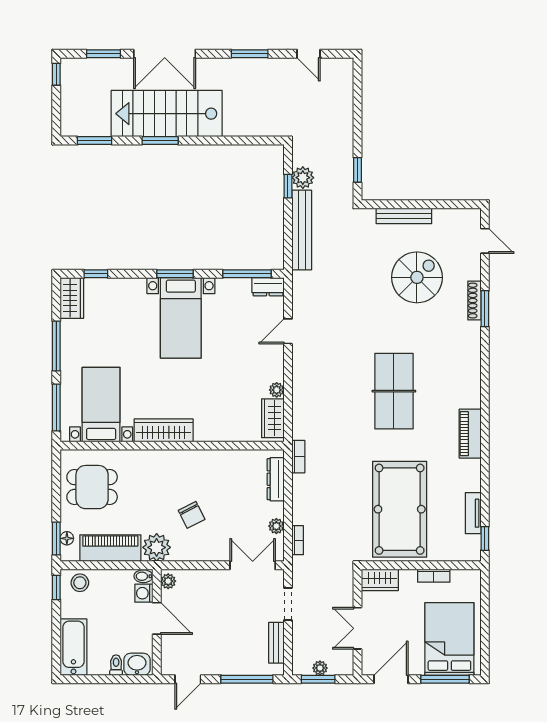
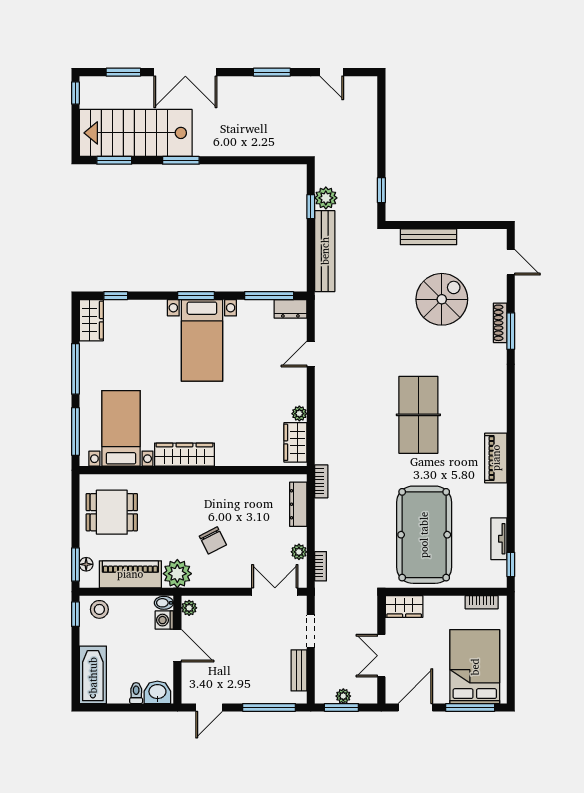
stairs: (167, 114) -> (136, 133), moved
bookcase: (434, 576) -> (482, 602), moved

